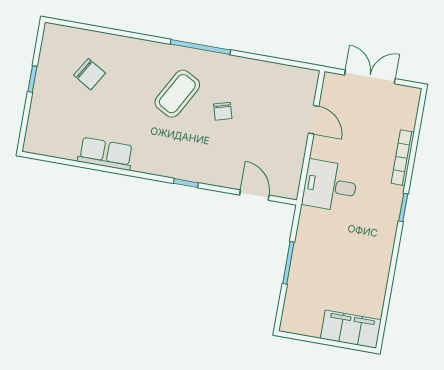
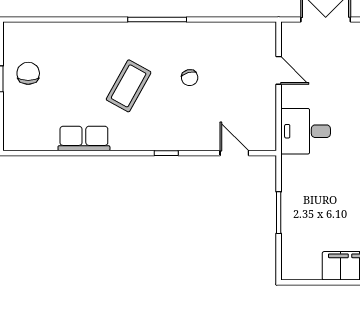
chair: (89, 74) -> (28, 73), moved, turned -121
coffee table: (177, 94) -> (129, 86), moved

